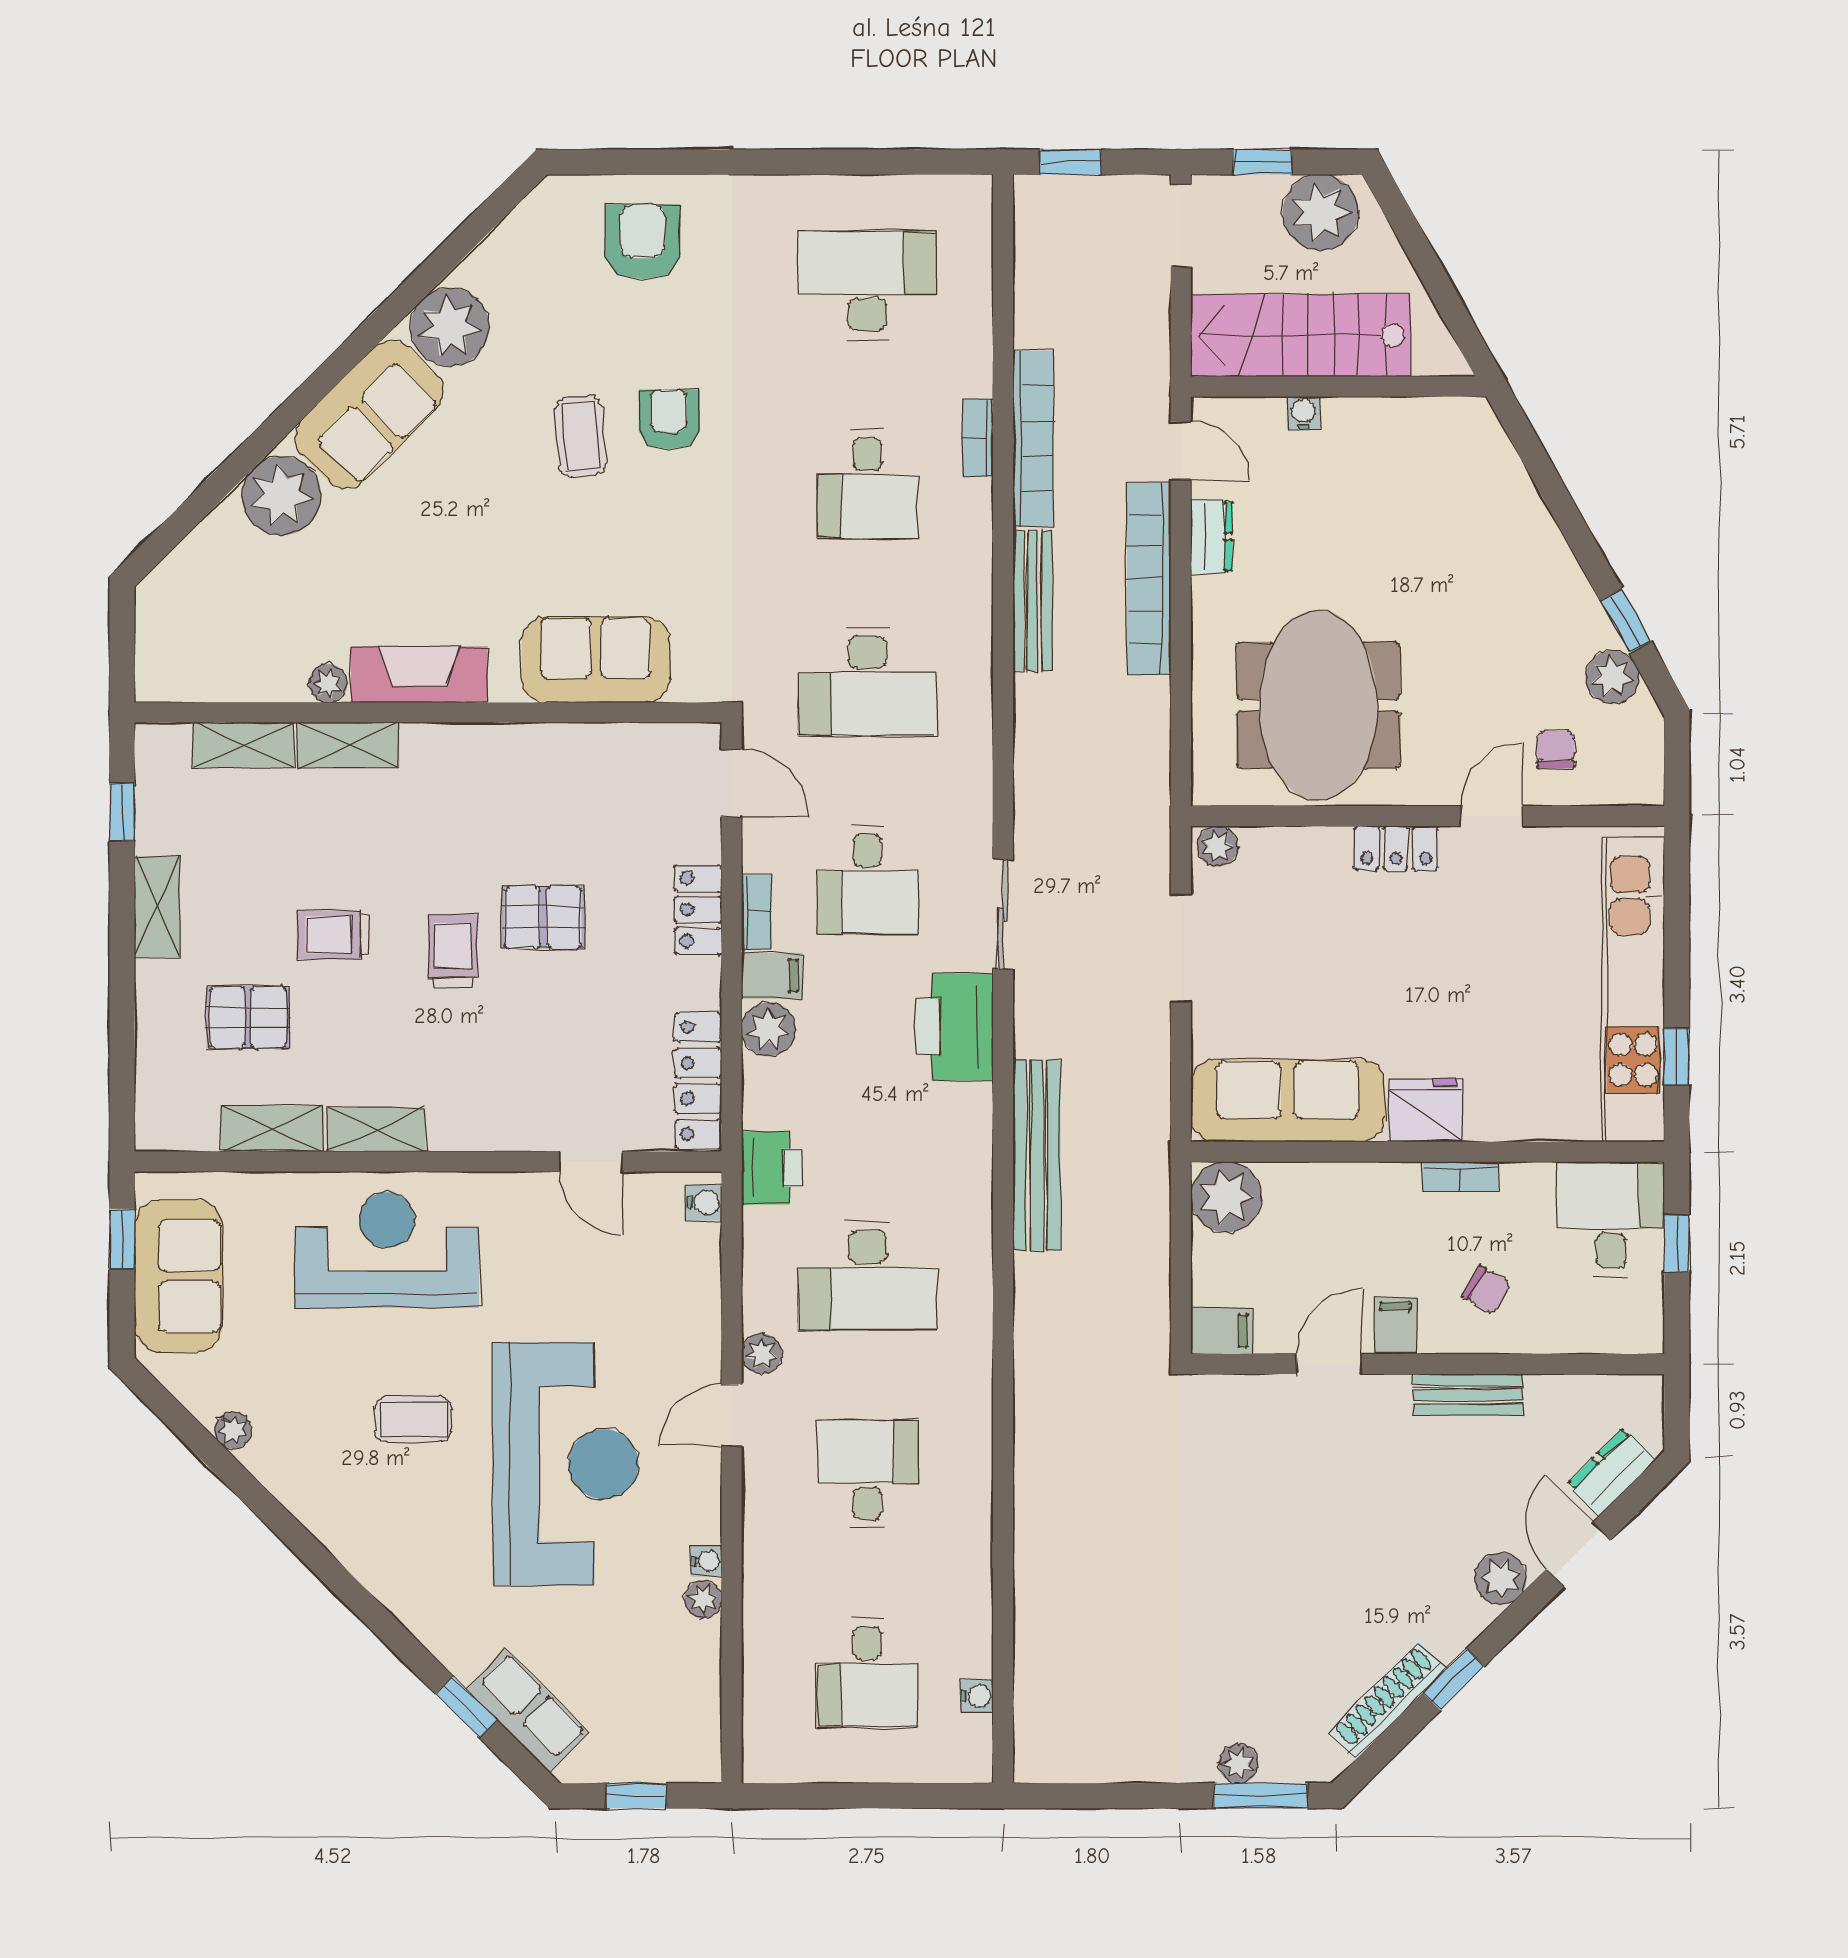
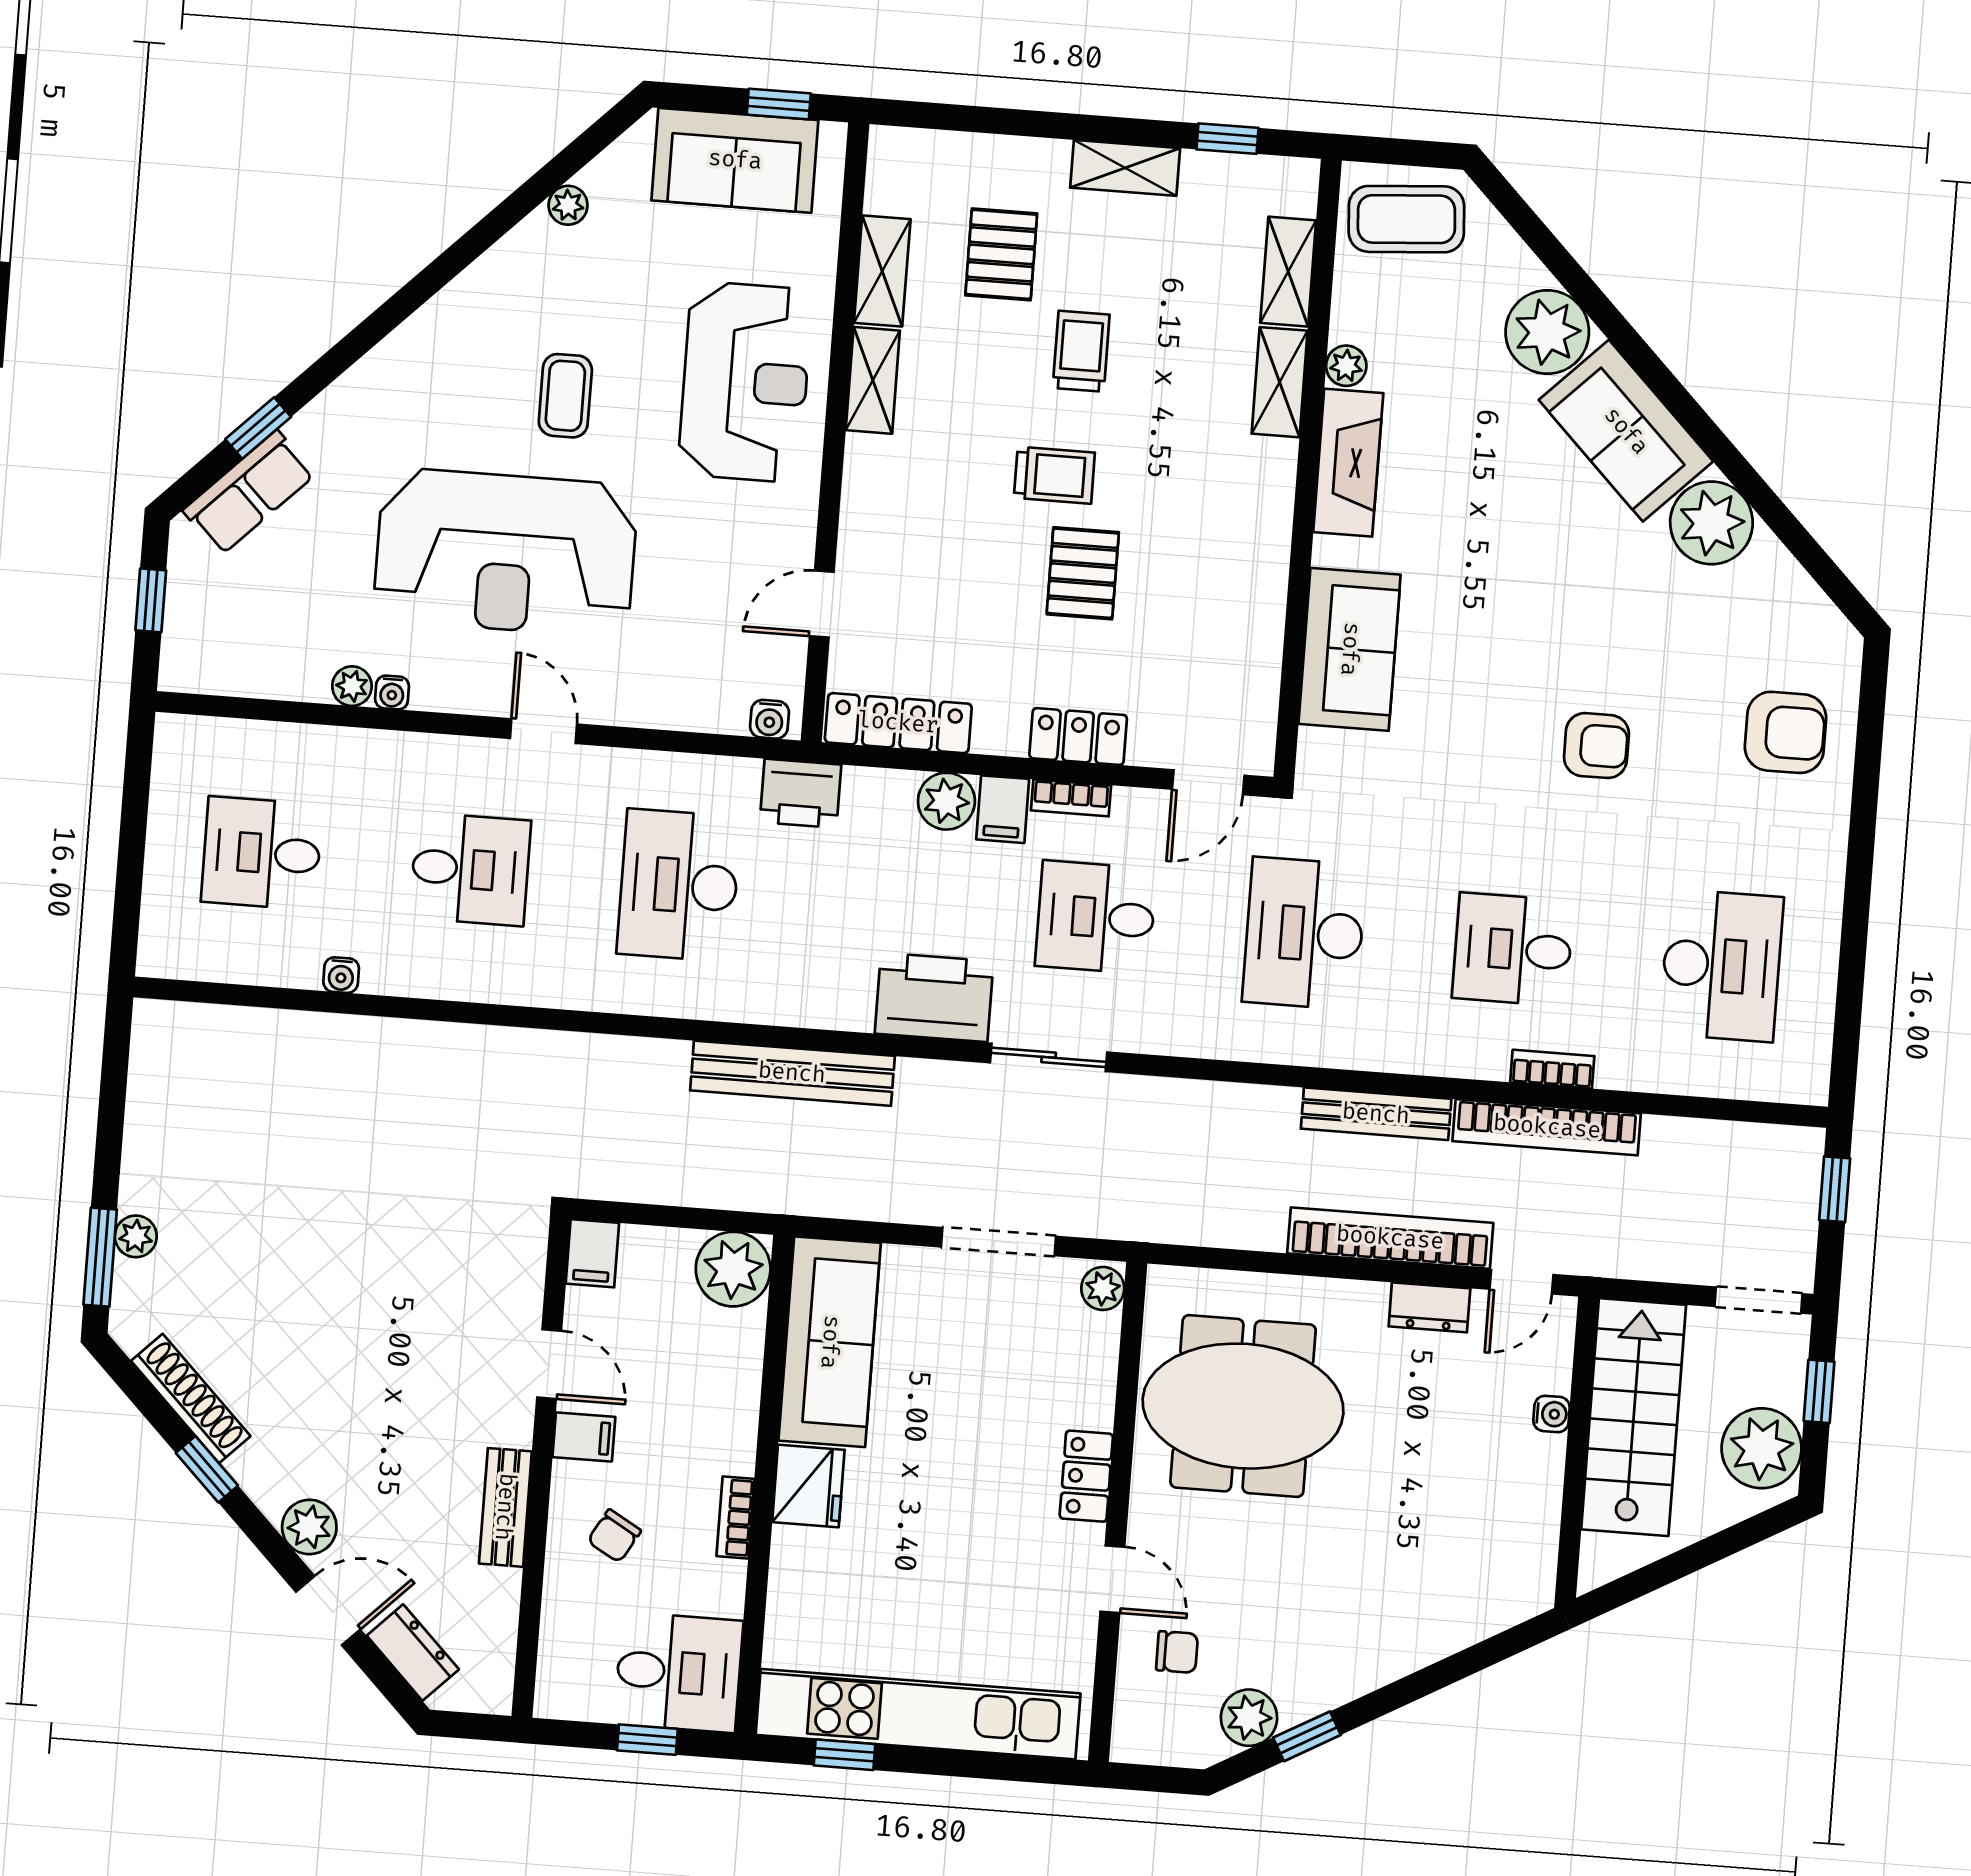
coffee table: (580, 436) -> (1406, 219), moved, width x1.36, depth x1.30
plant: (762, 1354) -> (606, 768), removed
water cooler: (977, 1696) -> (341, 975), moved

